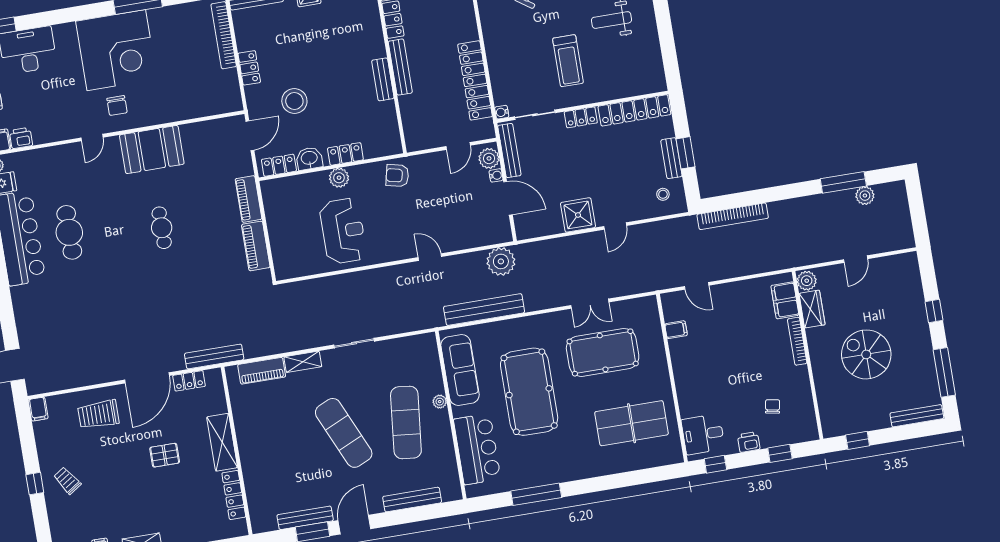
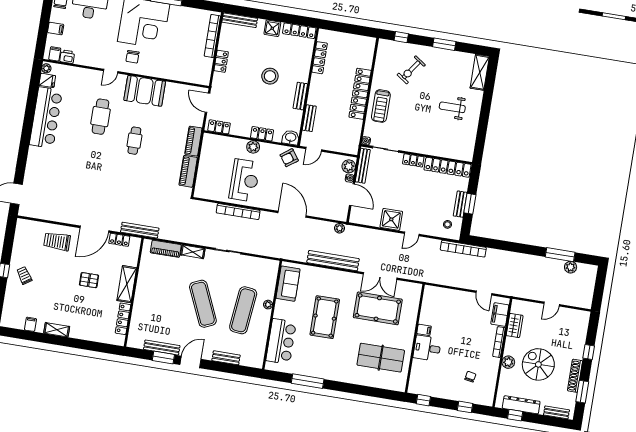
treadmill: (568, 61) -> (381, 106), moved
bench: (400, 67) -> (309, 118), moved, width x0.73
locker: (475, 80) -> (360, 94), moved
stool: (294, 101) -> (270, 76), moved
door: (250, 136) -> (207, 103), swing flipped
door: (458, 146) -> (314, 149), moved
washbasin: (309, 158) -> (291, 137), moved
armchair: (397, 175) -> (289, 158), turned -49
bookcase: (733, 216) -> (463, 249), moved
cafe table: (69, 232) -> (100, 117), moved
door: (430, 257) -> (292, 214), width x1.88
plant: (501, 261) -> (340, 228), width x0.53, depth x0.53
bookcase: (349, 280) -> (238, 212), added
plant: (807, 281) -> (508, 362), moved
door: (697, 286) -> (484, 293), moved
double door: (590, 304) -> (380, 276), width x1.37
bench: (484, 310) -> (333, 261), moved
filing cabinet: (676, 330) -> (424, 330), moved
shoe rack: (926, 353) -> (575, 376), added
sofa: (460, 370) -> (288, 284), width x0.73
window: (944, 372) -> (582, 392), width x0.69
pool table: (529, 392) -> (325, 317), width x0.73, depth x0.76
filing cabinet: (38, 409) -> (21, 226), removed
bench: (917, 416) -> (556, 412), width x0.73
dresser: (861, 422) -> (521, 405), added
desk: (703, 434) -> (427, 348), moved
printer: (749, 442) -> (448, 393), removed
bench: (412, 500) -> (226, 358), width x0.73

